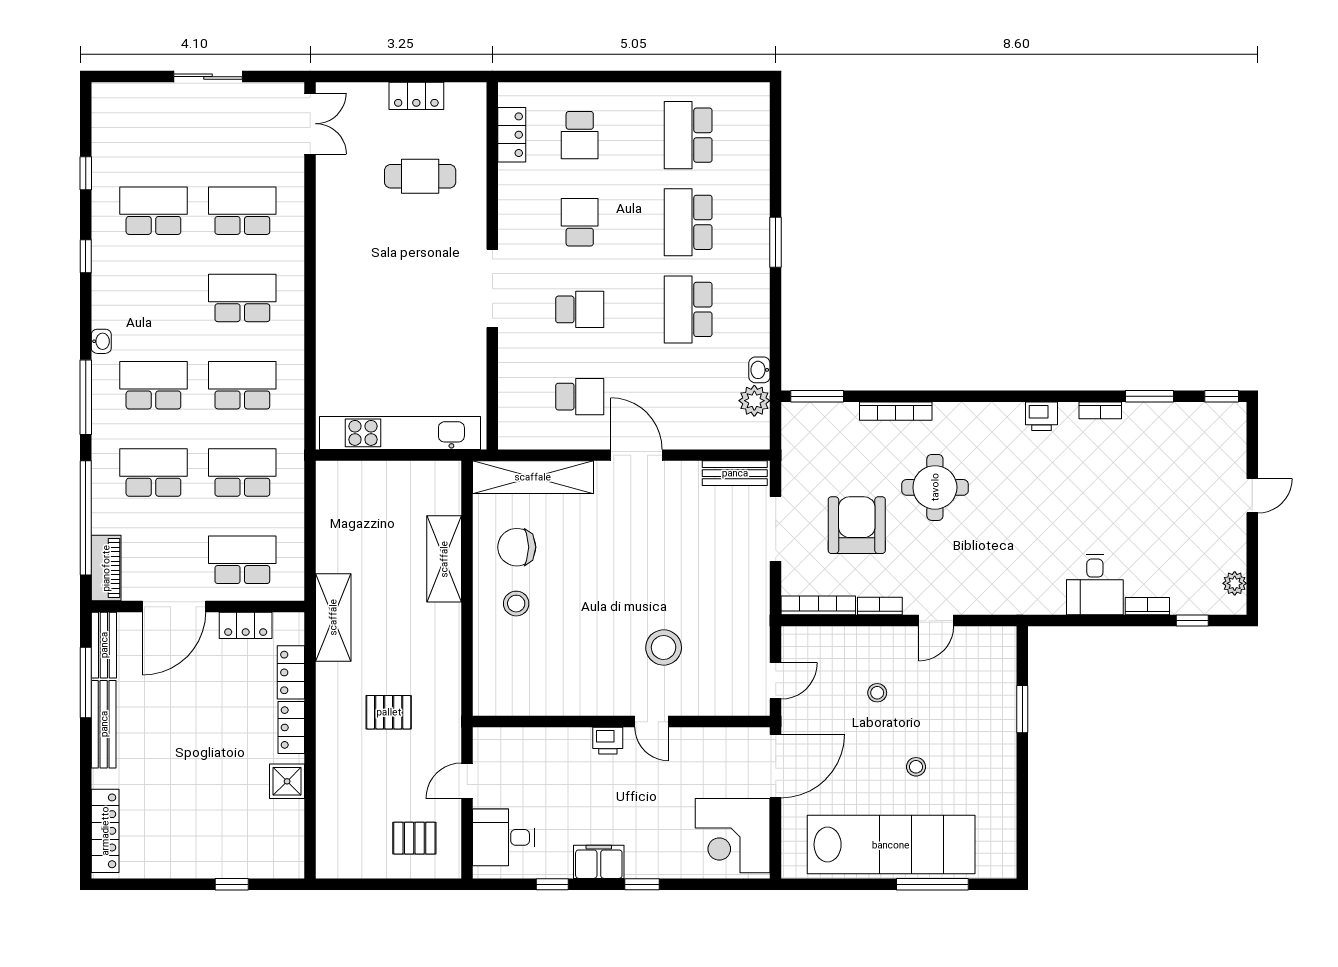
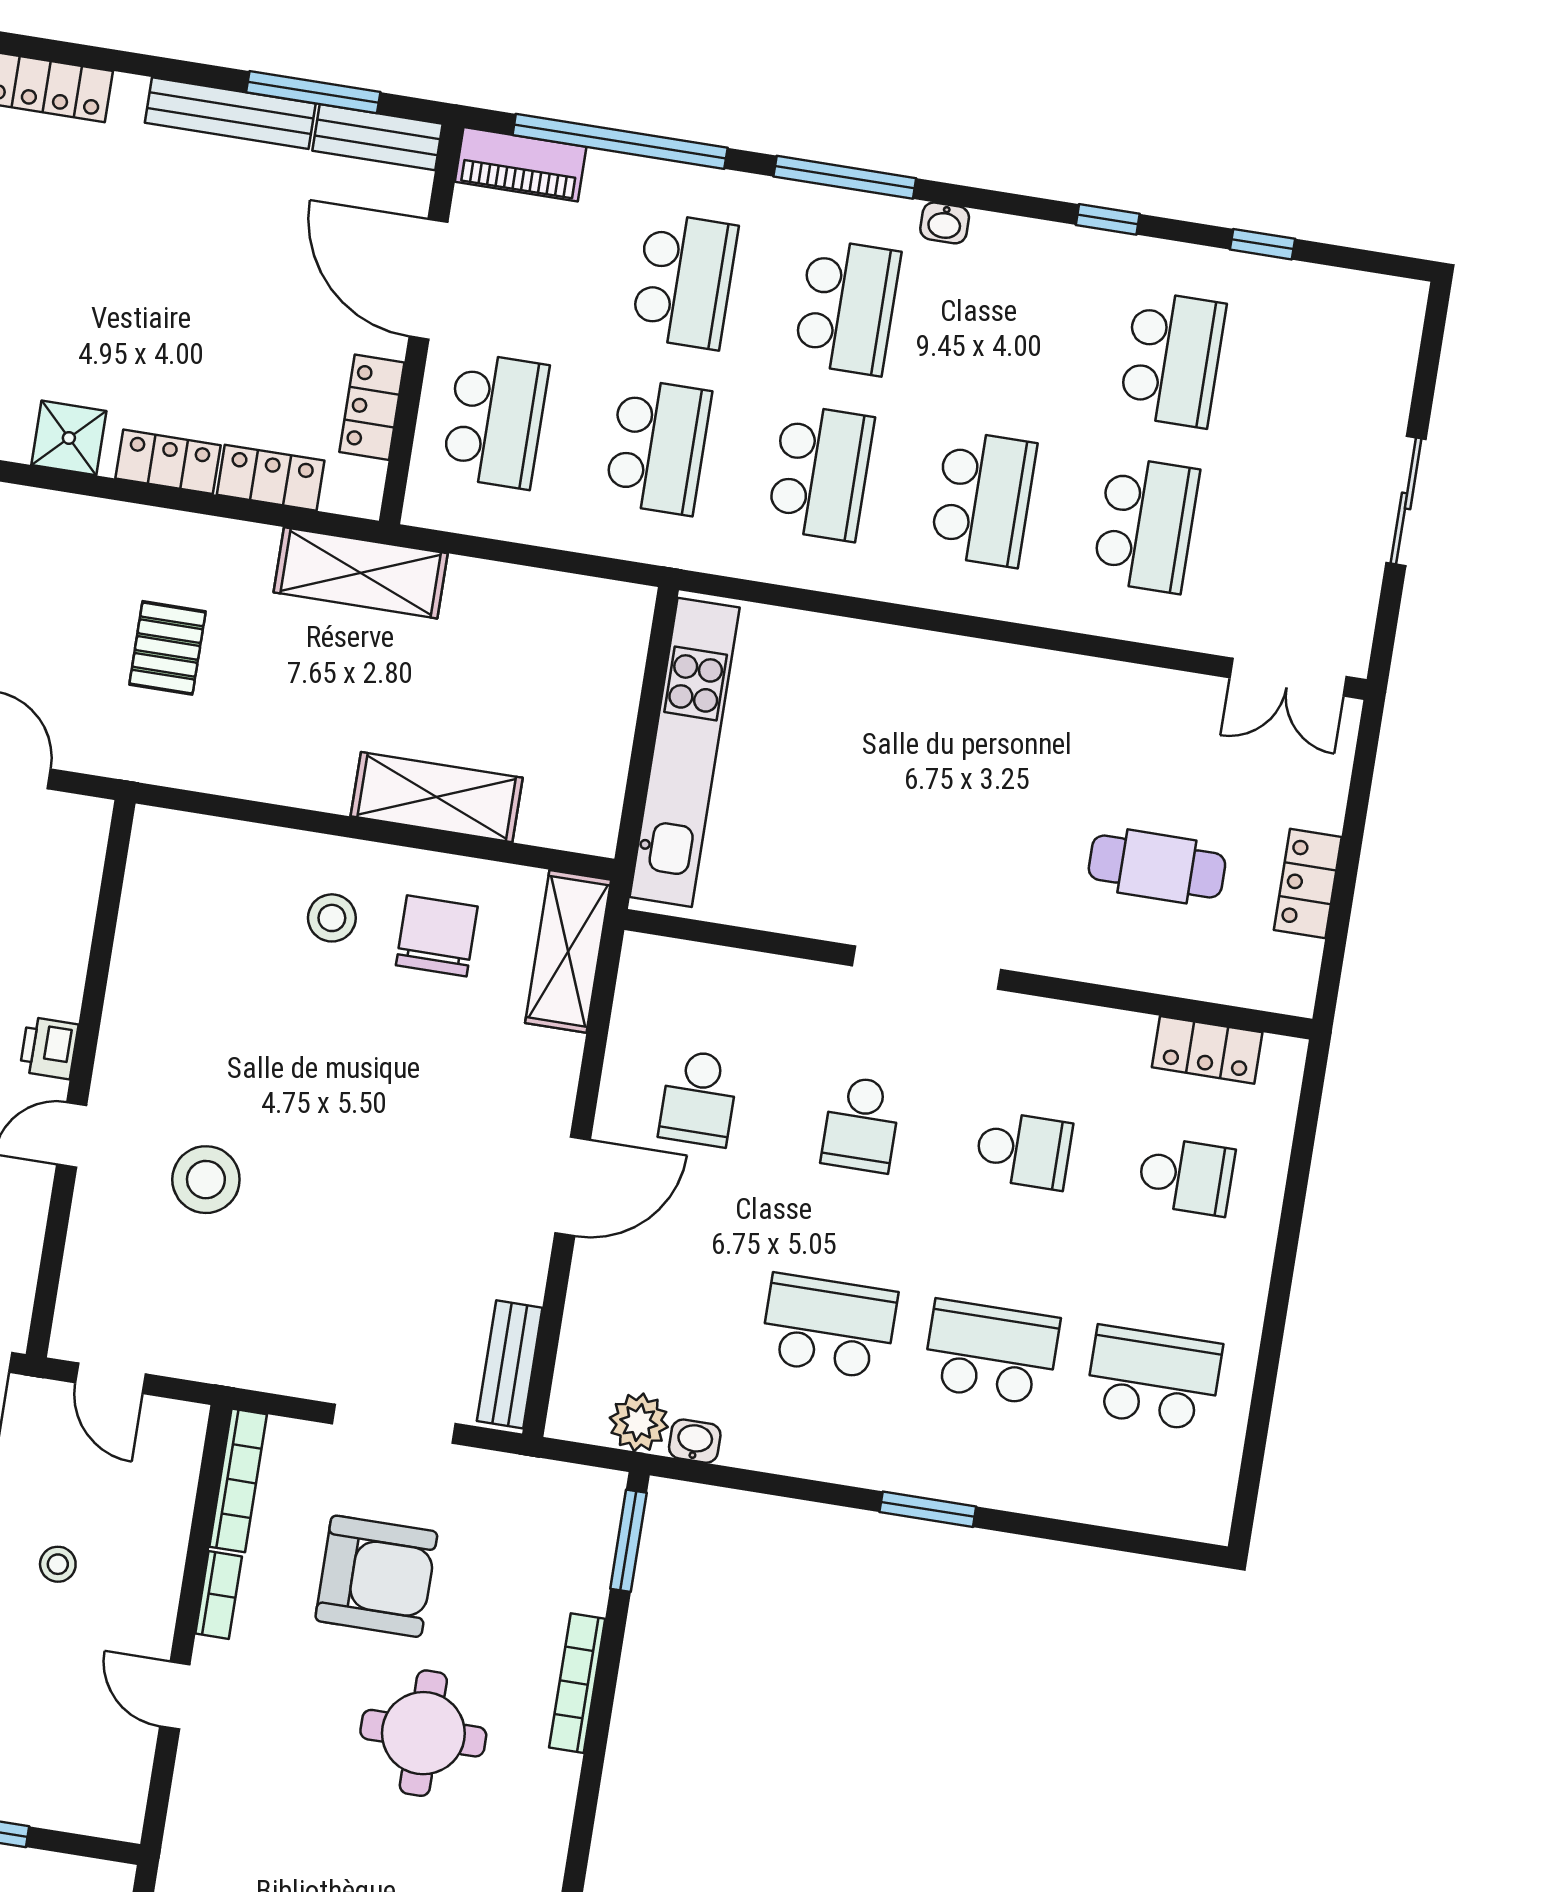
school desk: (580, 135) -> (1186, 1176), turned 180
cafe table: (420, 176) -> (1157, 866), turned 90
shelving: (533, 477) -> (568, 951), width x0.68

